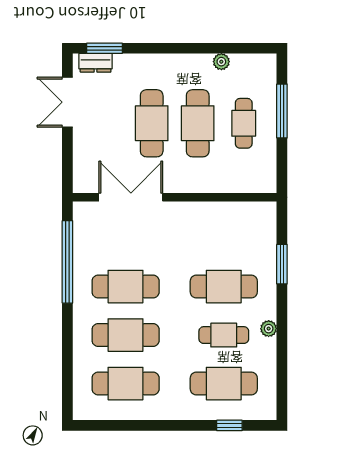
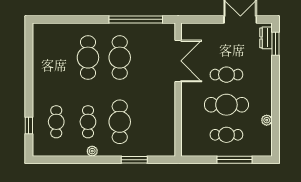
cafe table: (152, 123) -> (226, 75), width x0.73, depth x0.74
cafe table: (126, 384) -> (56, 58), removed
cafe table: (224, 384) -> (56, 122), width x0.73, depth x0.74

